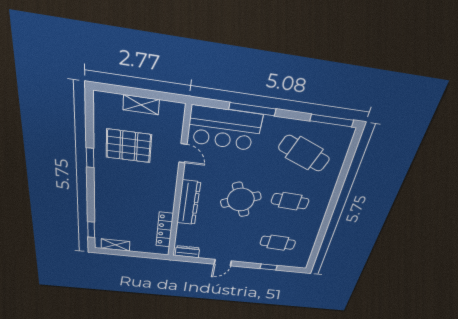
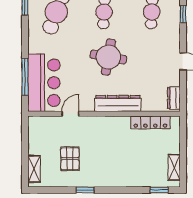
shelving: (141, 105) -> (34, 169), moved
window: (252, 109) -> (25, 77), moved
pallet: (129, 146) -> (70, 159), width x0.67, depth x0.71
round table: (241, 200) -> (108, 57), turned 32

